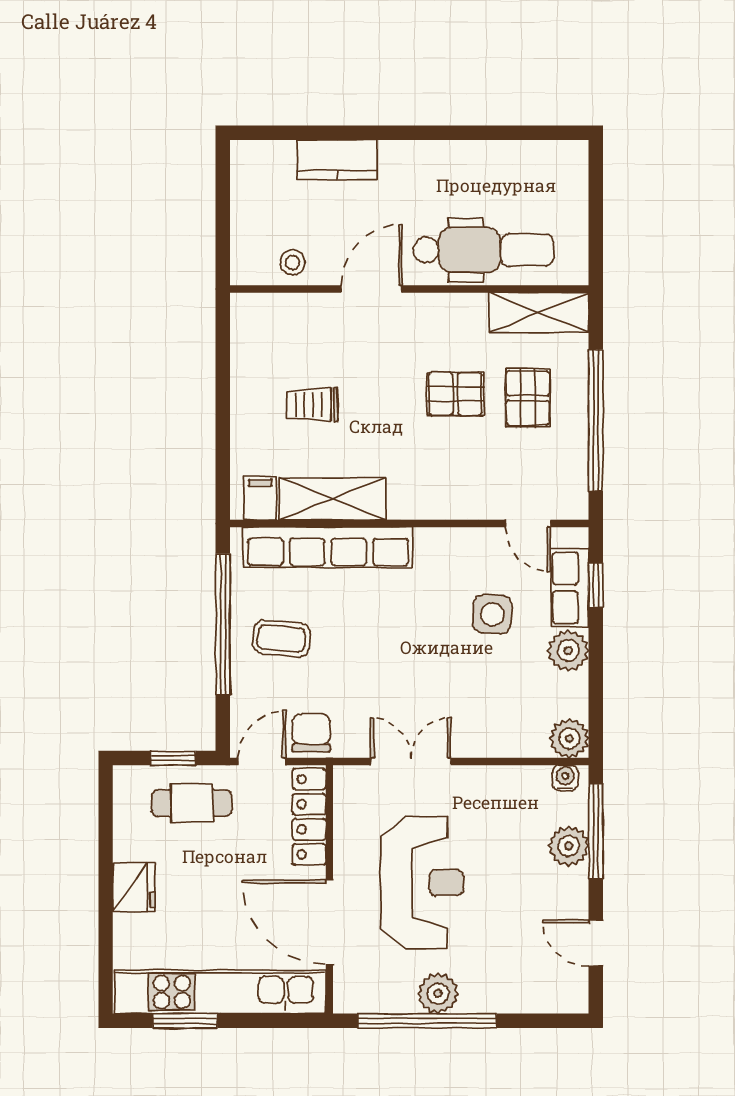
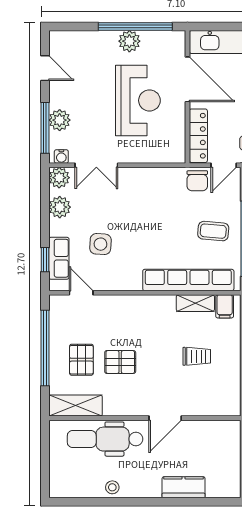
stool: (293, 262) -> (112, 487), moved
shelving: (332, 499) -> (195, 303), width x0.67, depth x0.75
plant: (568, 651) -> (60, 207), moved
double door: (411, 761) -> (96, 165), moved
reception desk: (422, 883) -> (138, 100), turned 180

